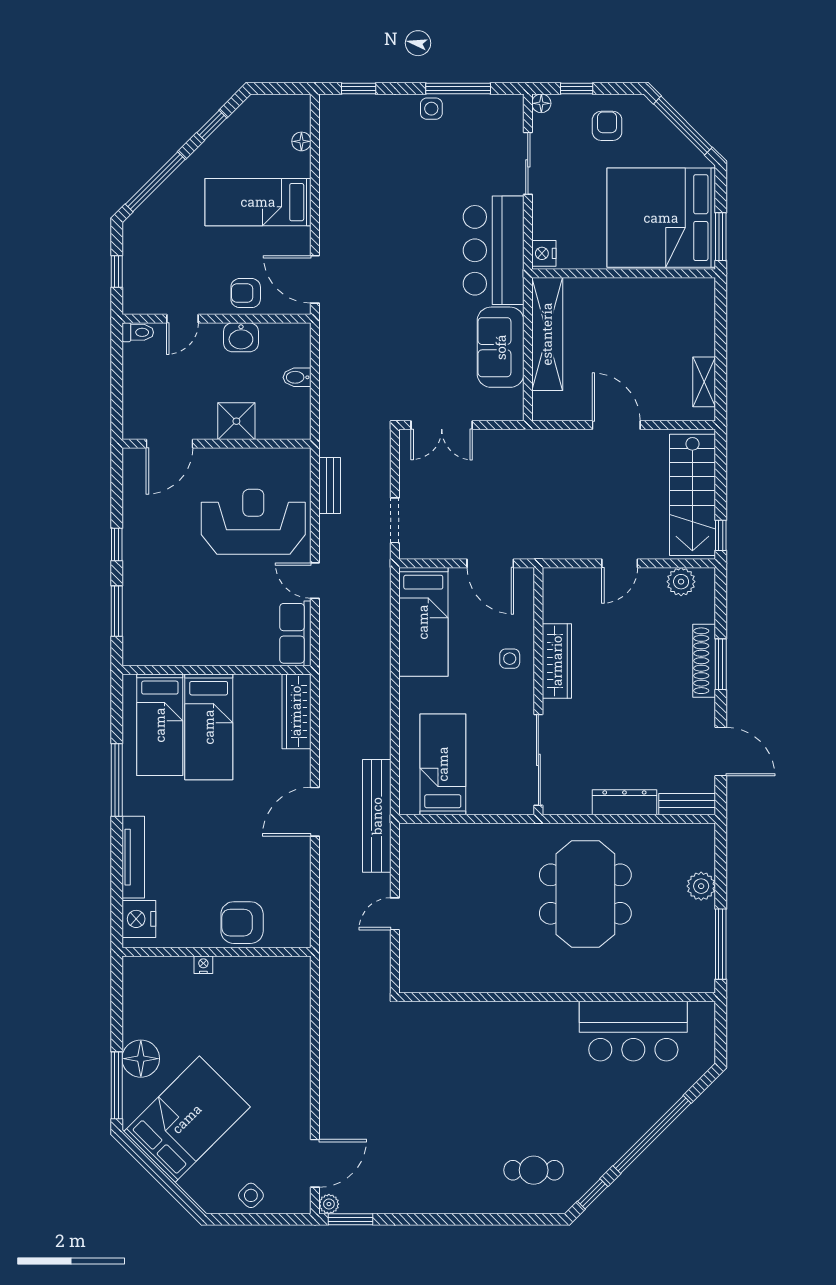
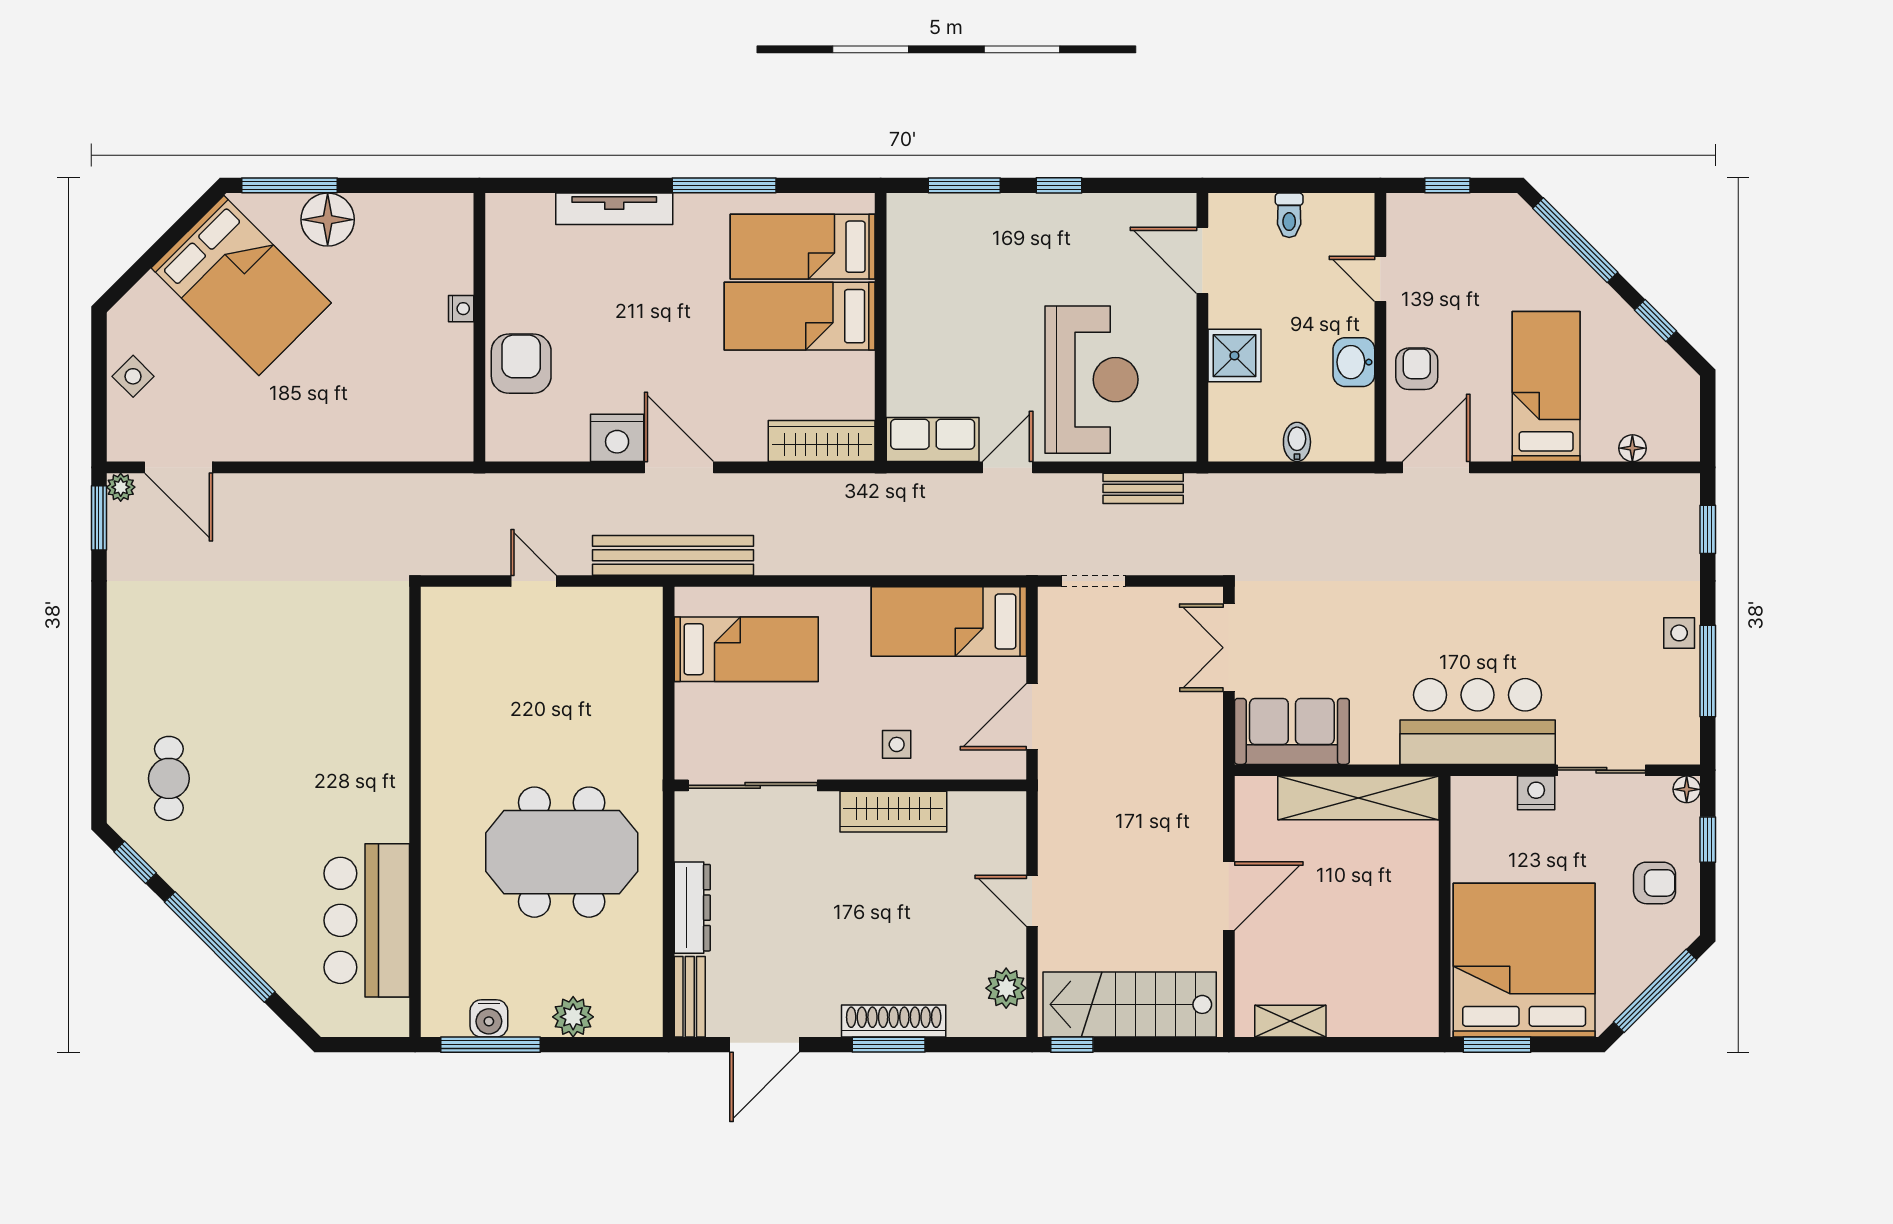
nightstand: (544, 253) -> (1536, 793), moved
toilet: (138, 332) -> (1289, 215), moved
sofa: (501, 347) -> (1292, 731), moved
nightstand: (139, 919) -> (617, 438), moved, turned 180
water cooler: (702, 945) -> (489, 1018), added

